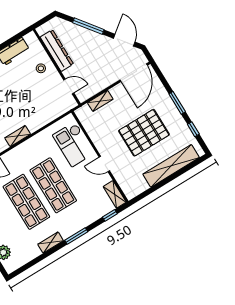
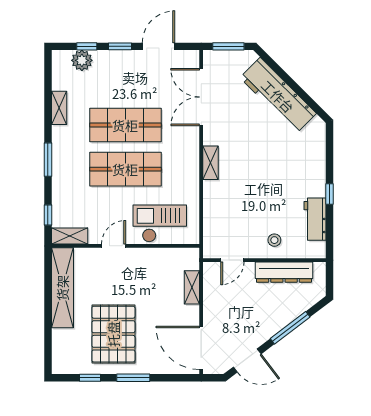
pallet: (144, 133) -> (113, 334), moved
shelving: (171, 166) -> (62, 288), moved
shelving: (51, 243) -> (59, 108), moved

